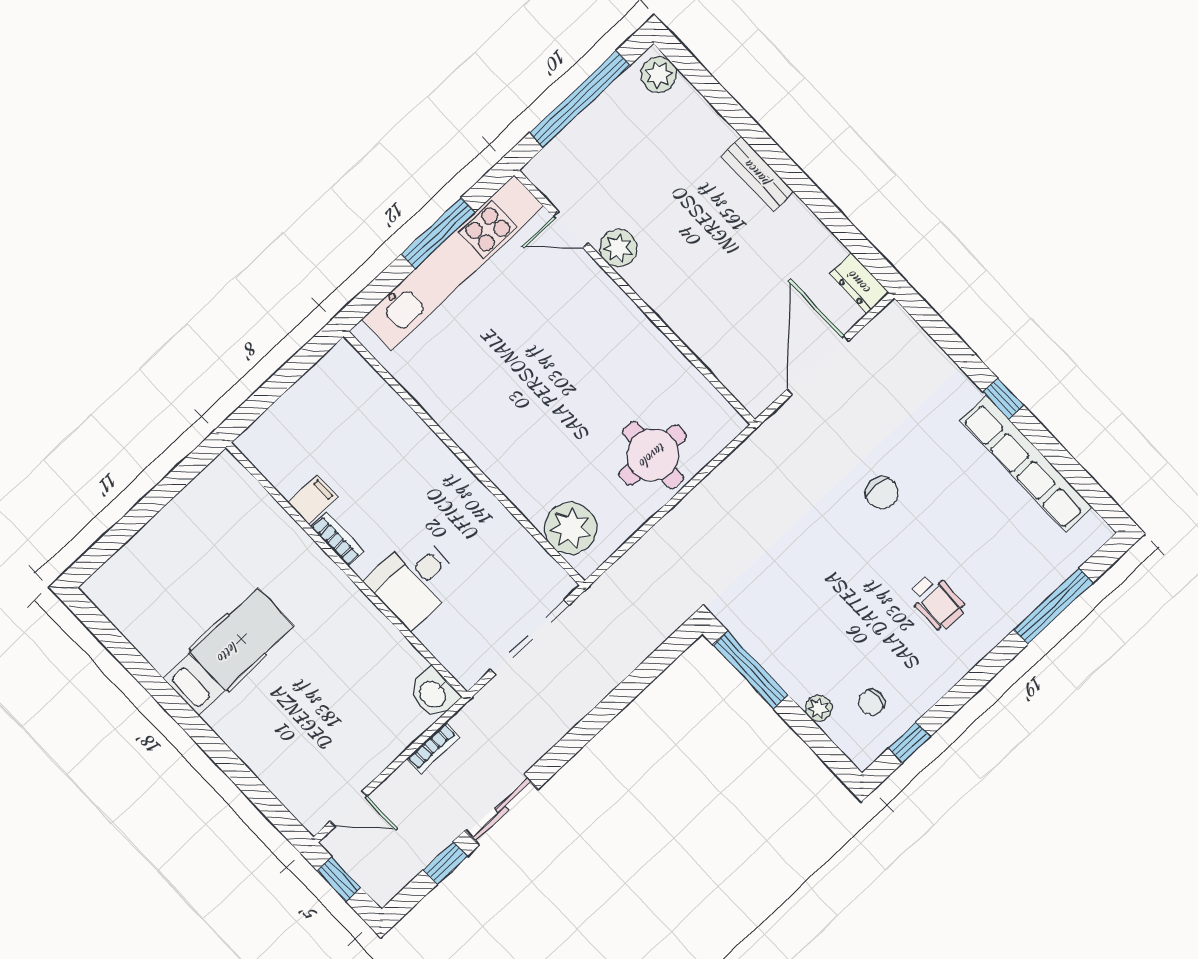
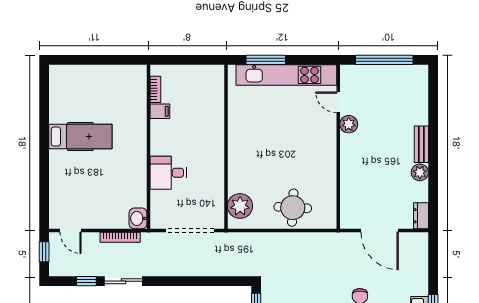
plant: (659, 75) -> (420, 172), moved
window: (438, 233) -> (266, 60), moved
door: (818, 365) -> (380, 231), swing flipped
bookcase: (337, 539) -> (155, 89), moved
bookcase: (433, 748) -> (120, 237), width x1.56

